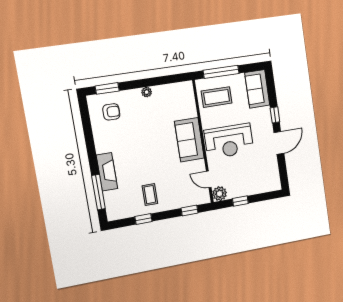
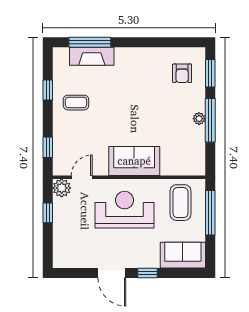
window: (147, 83) -> (210, 120), added
reception desk: (229, 141) -> (125, 210), turned 90
fireplace: (107, 172) -> (92, 56), moved

